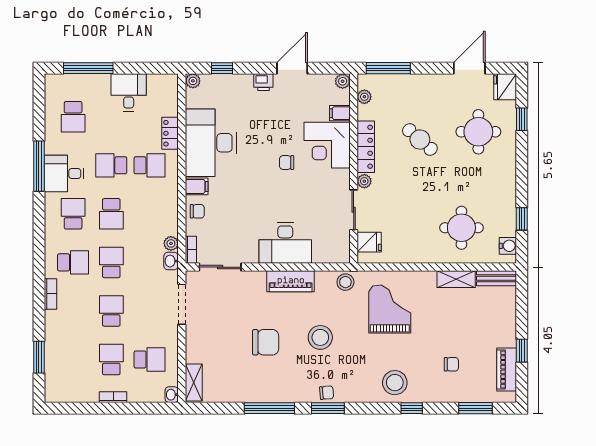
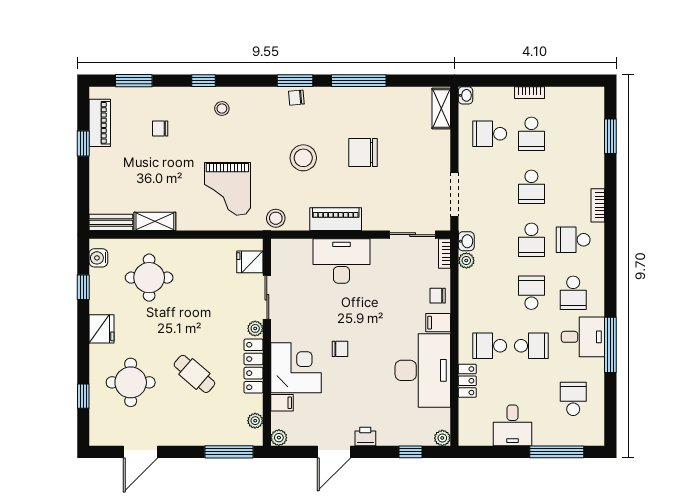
fridge: (505, 87) -> (101, 329), moved
stool: (395, 383) -> (222, 108), width x0.53, depth x0.53

